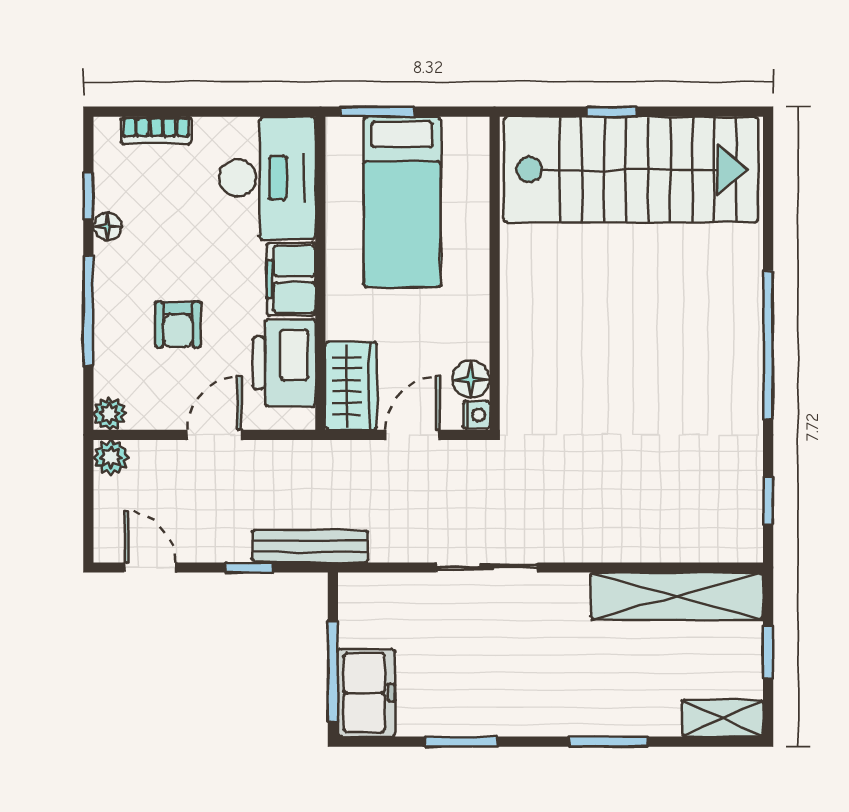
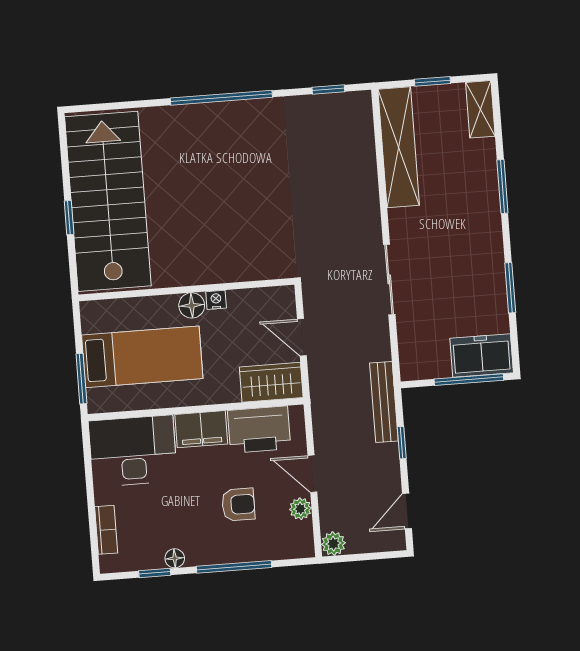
floor lamp: (471, 379) -> (192, 305), moved
plant: (110, 414) -> (300, 509), moved
nightstand: (476, 415) -> (216, 300), moved

